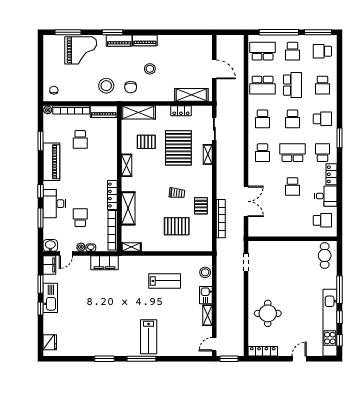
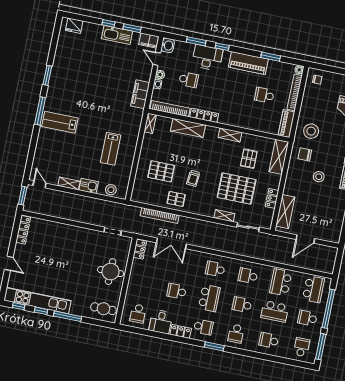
pallet: (177, 226) -> (161, 171), turned 90
locker: (258, 232) -> (140, 249), added
round table: (268, 313) -> (111, 272), moved

